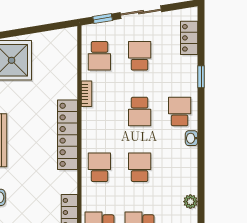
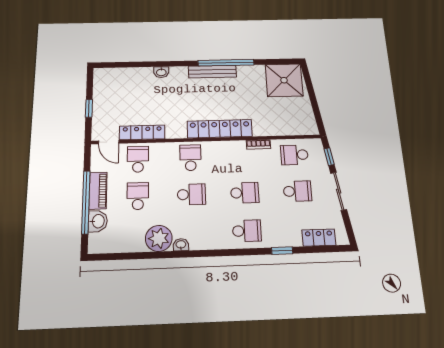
school desk: (140, 112) -> (245, 193), turned 180
washbasin: (191, 138) -> (181, 245), moved
school desk: (99, 167) -> (191, 158), turned -90
plant: (190, 202) -> (159, 238), width x1.87, depth x1.87

